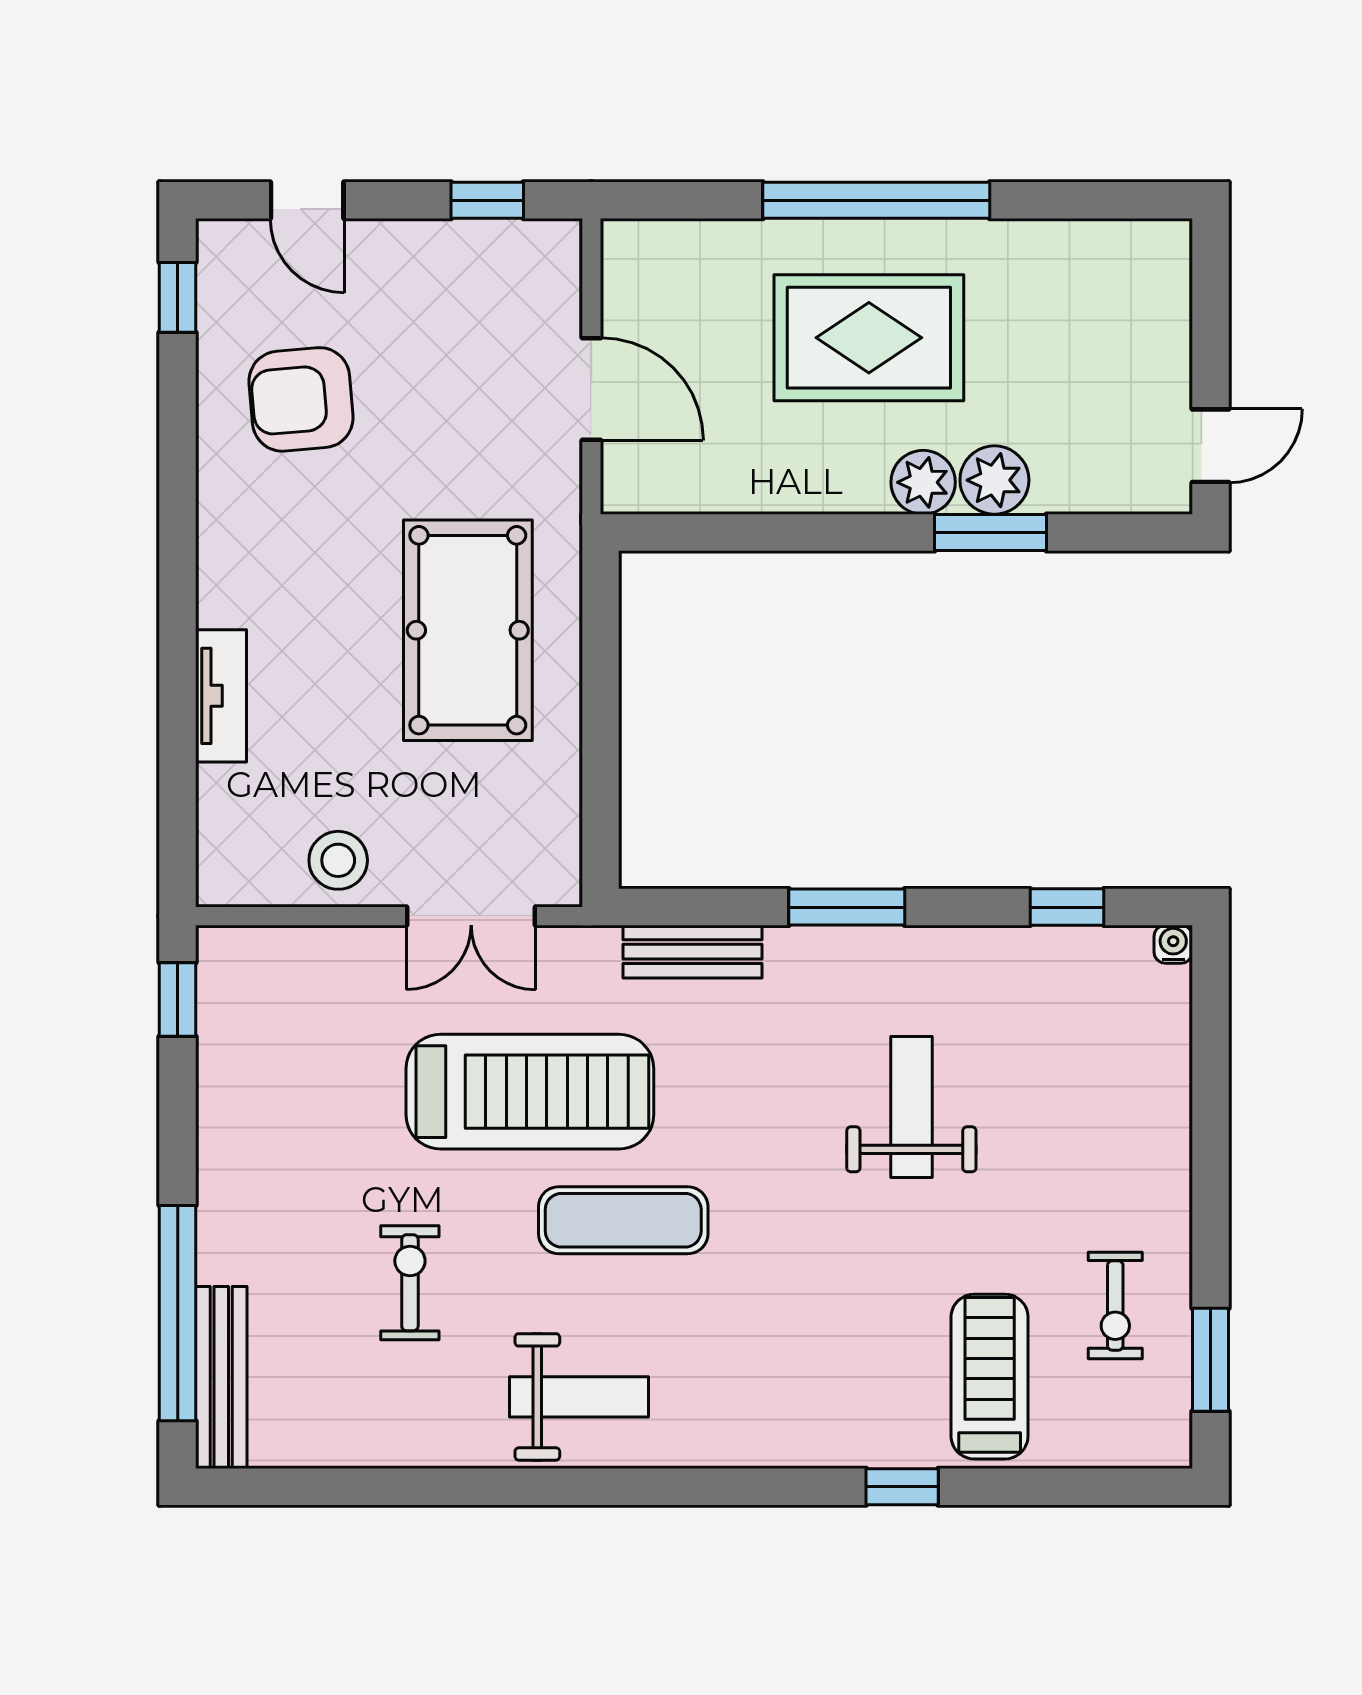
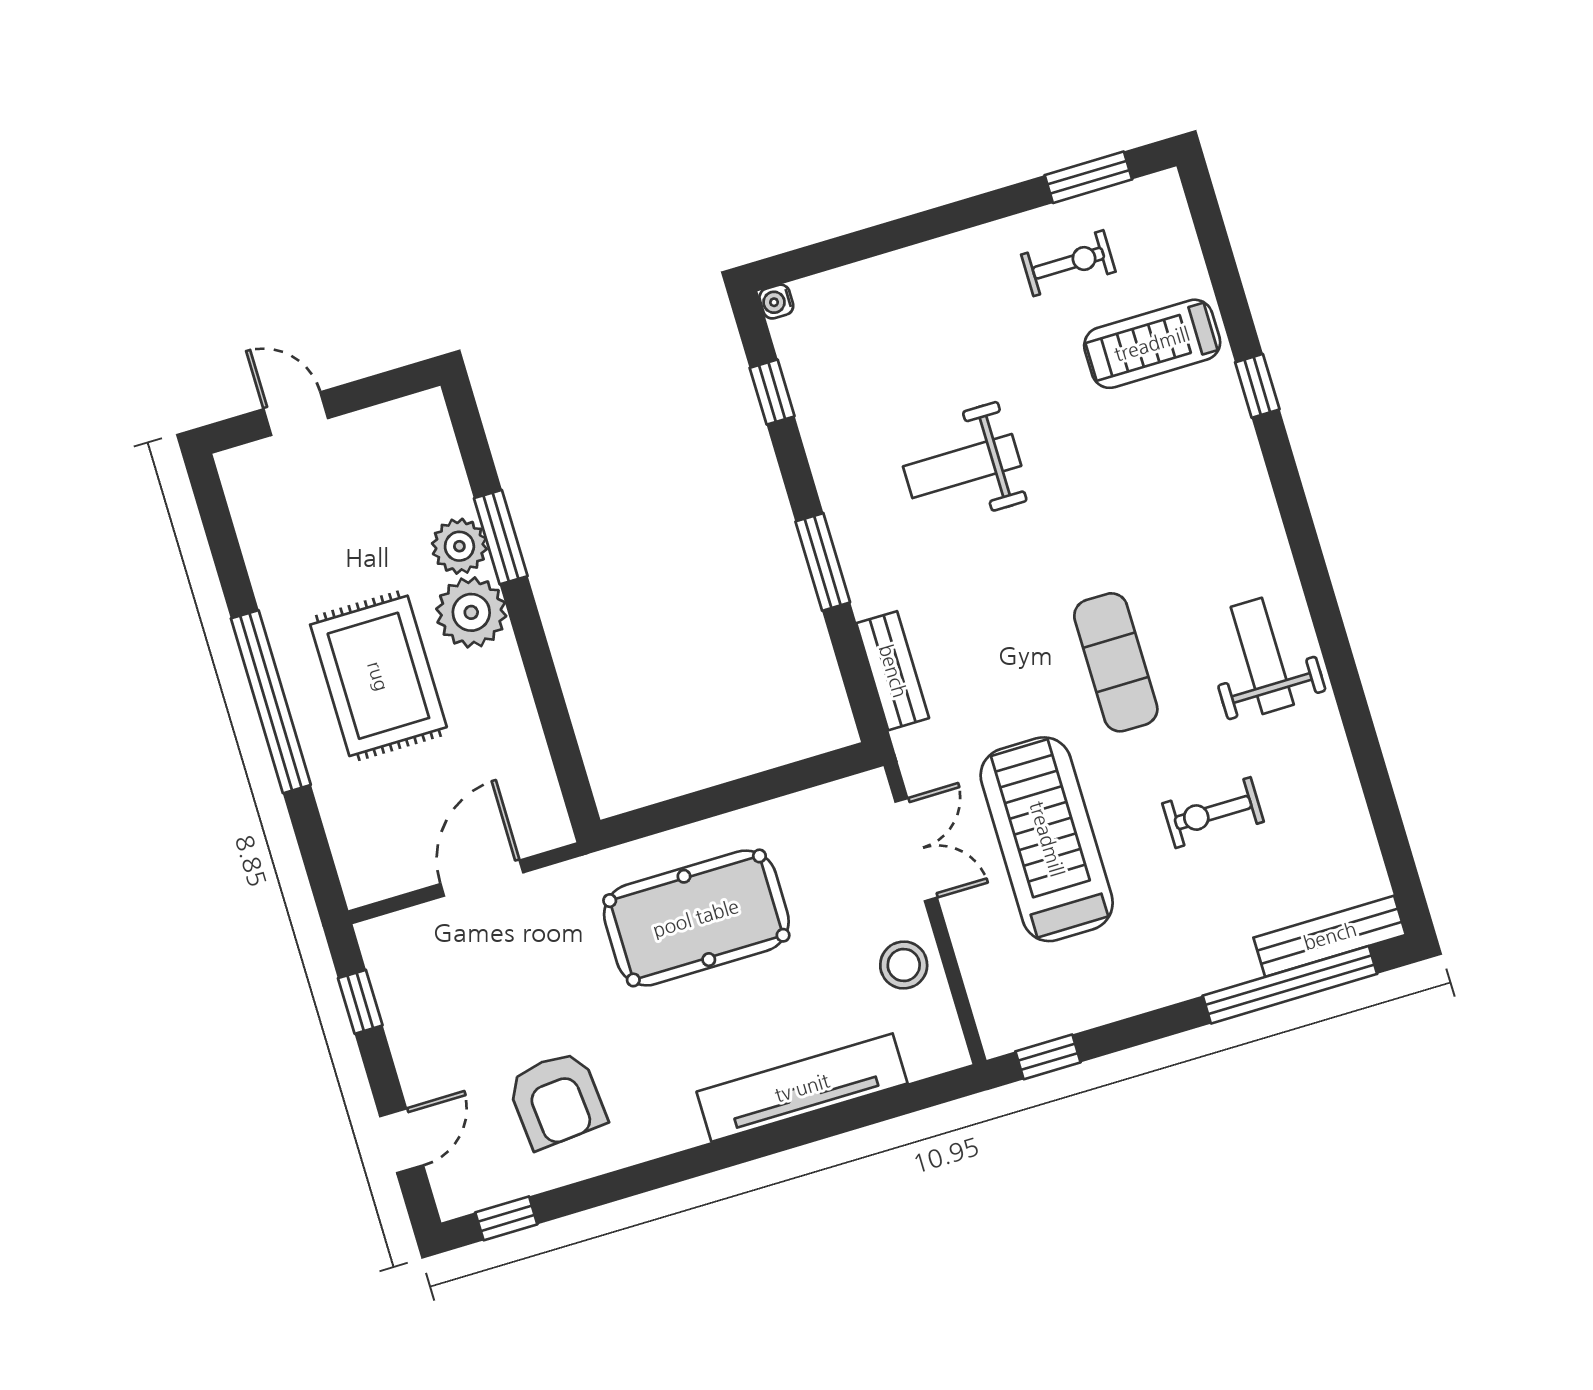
door: (1210, 446) -> (296, 414), moved
plant: (923, 482) -> (471, 612), width x1.36, depth x1.36
tv unit: (221, 696) -> (802, 1088), width x1.92, depth x1.29
treadmill: (530, 1092) -> (1047, 839), moved

